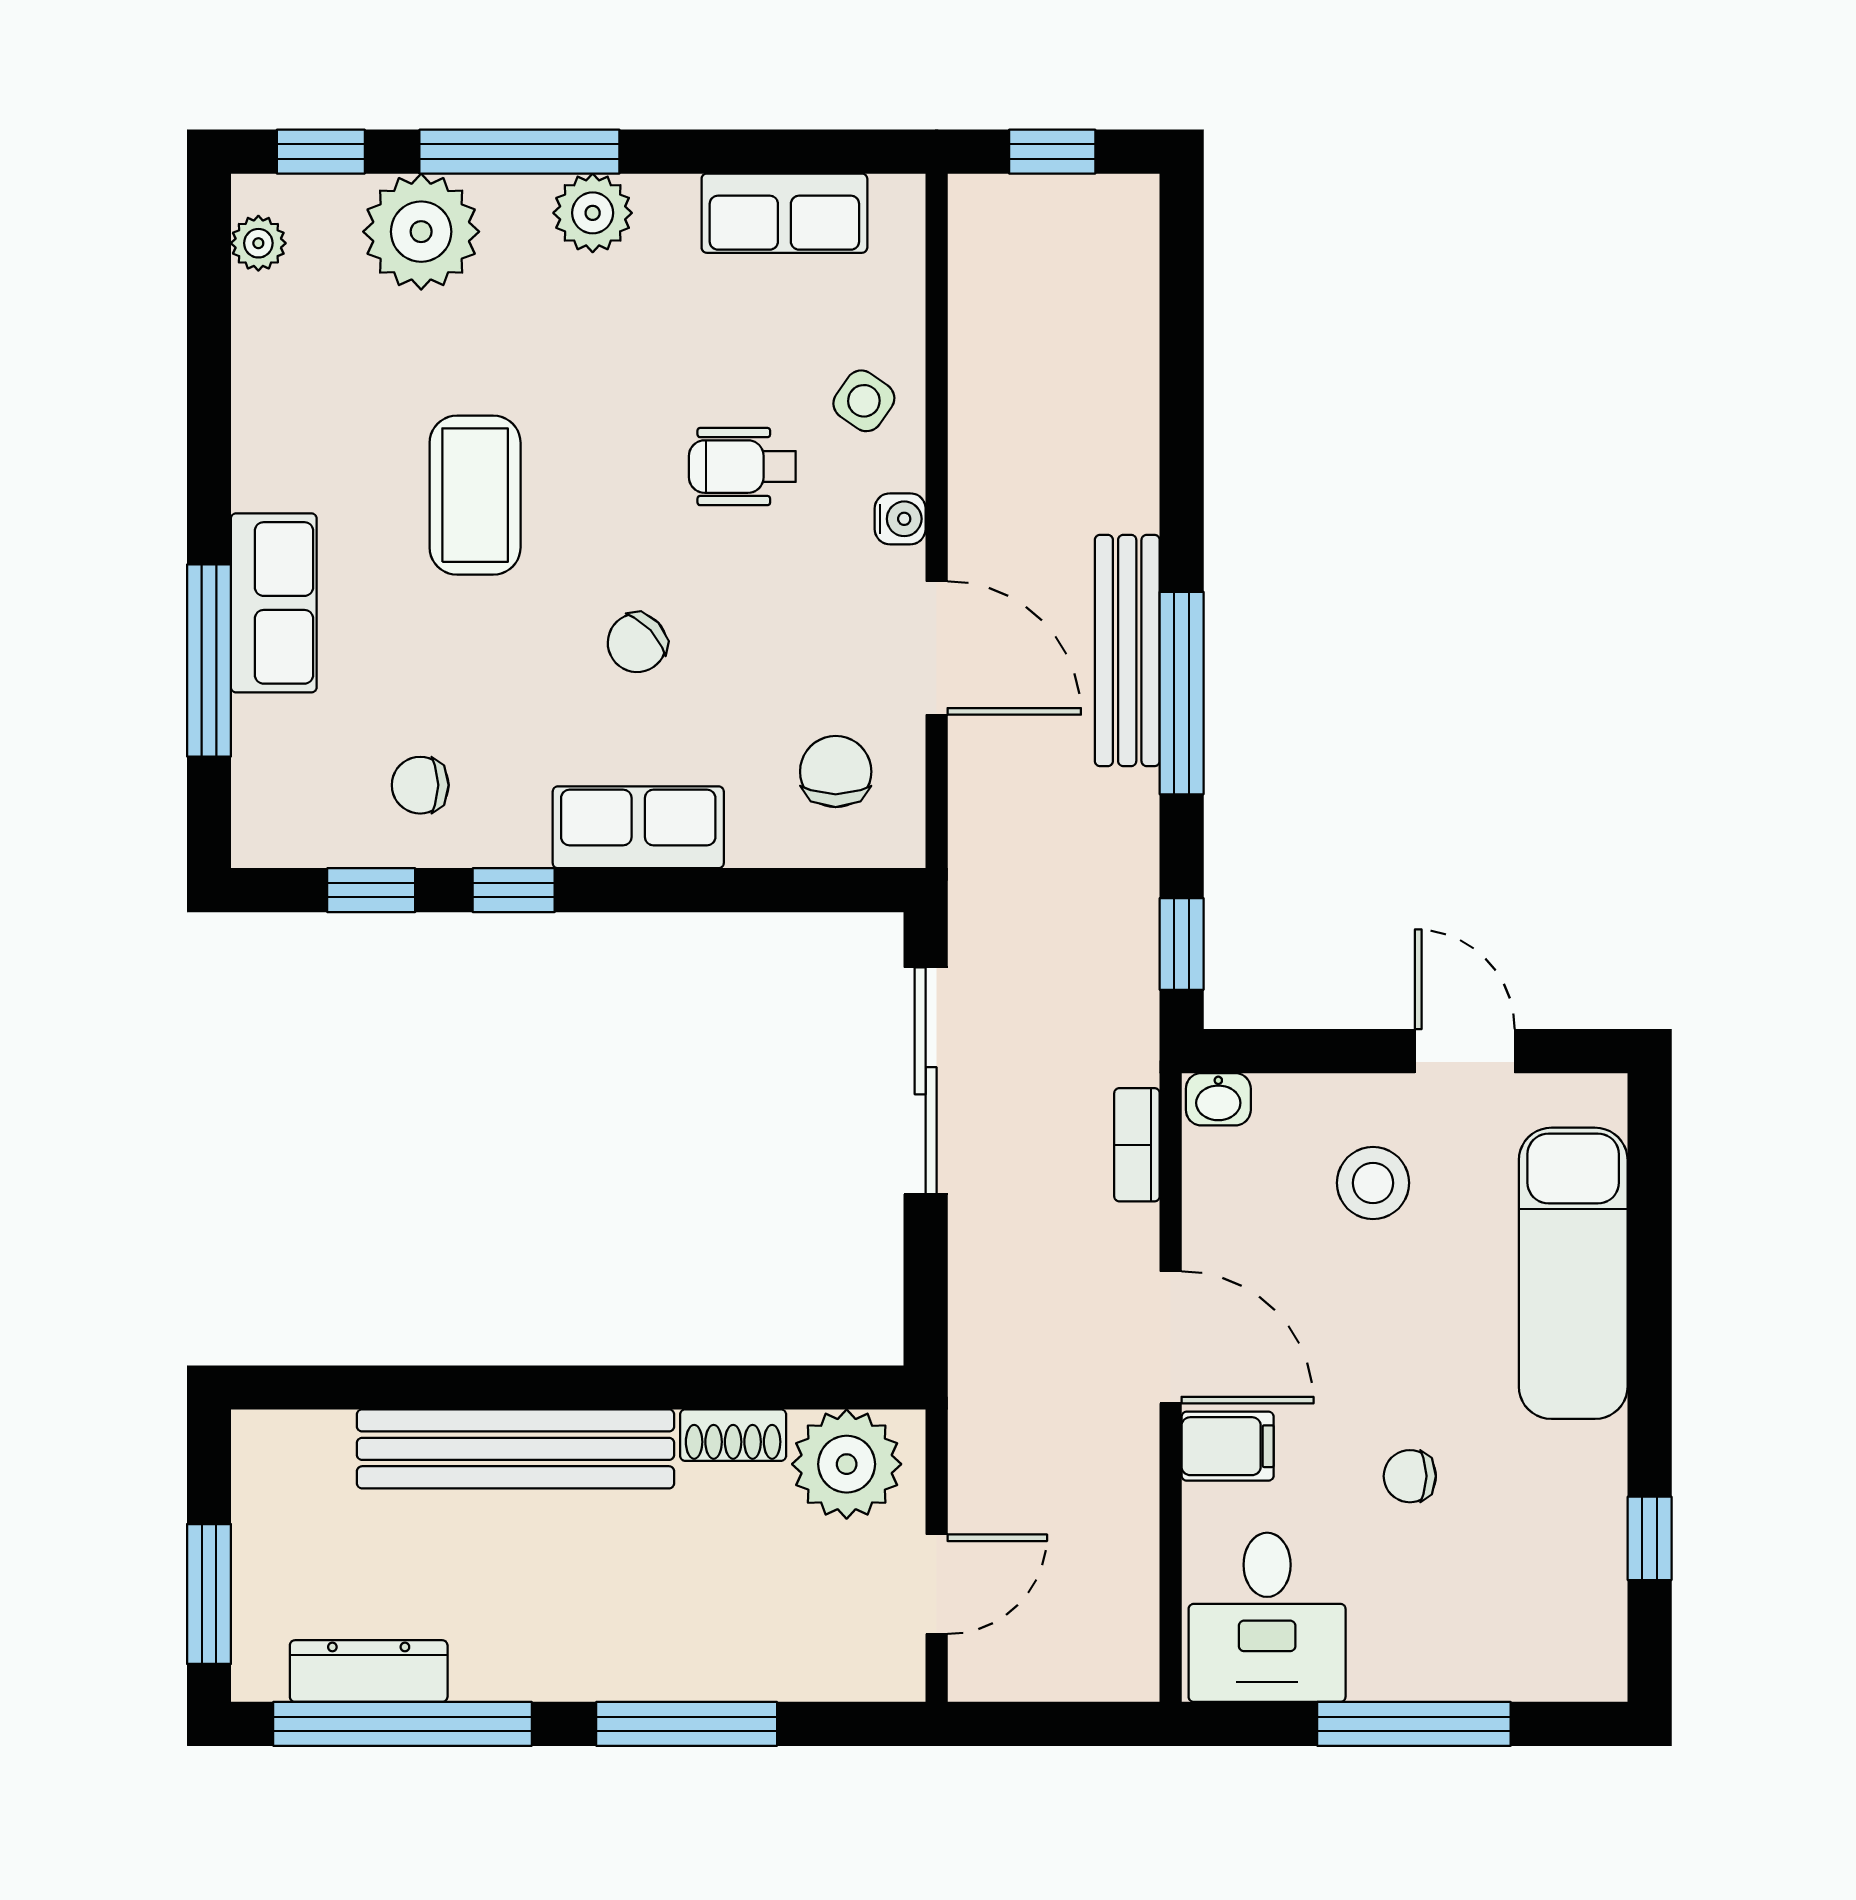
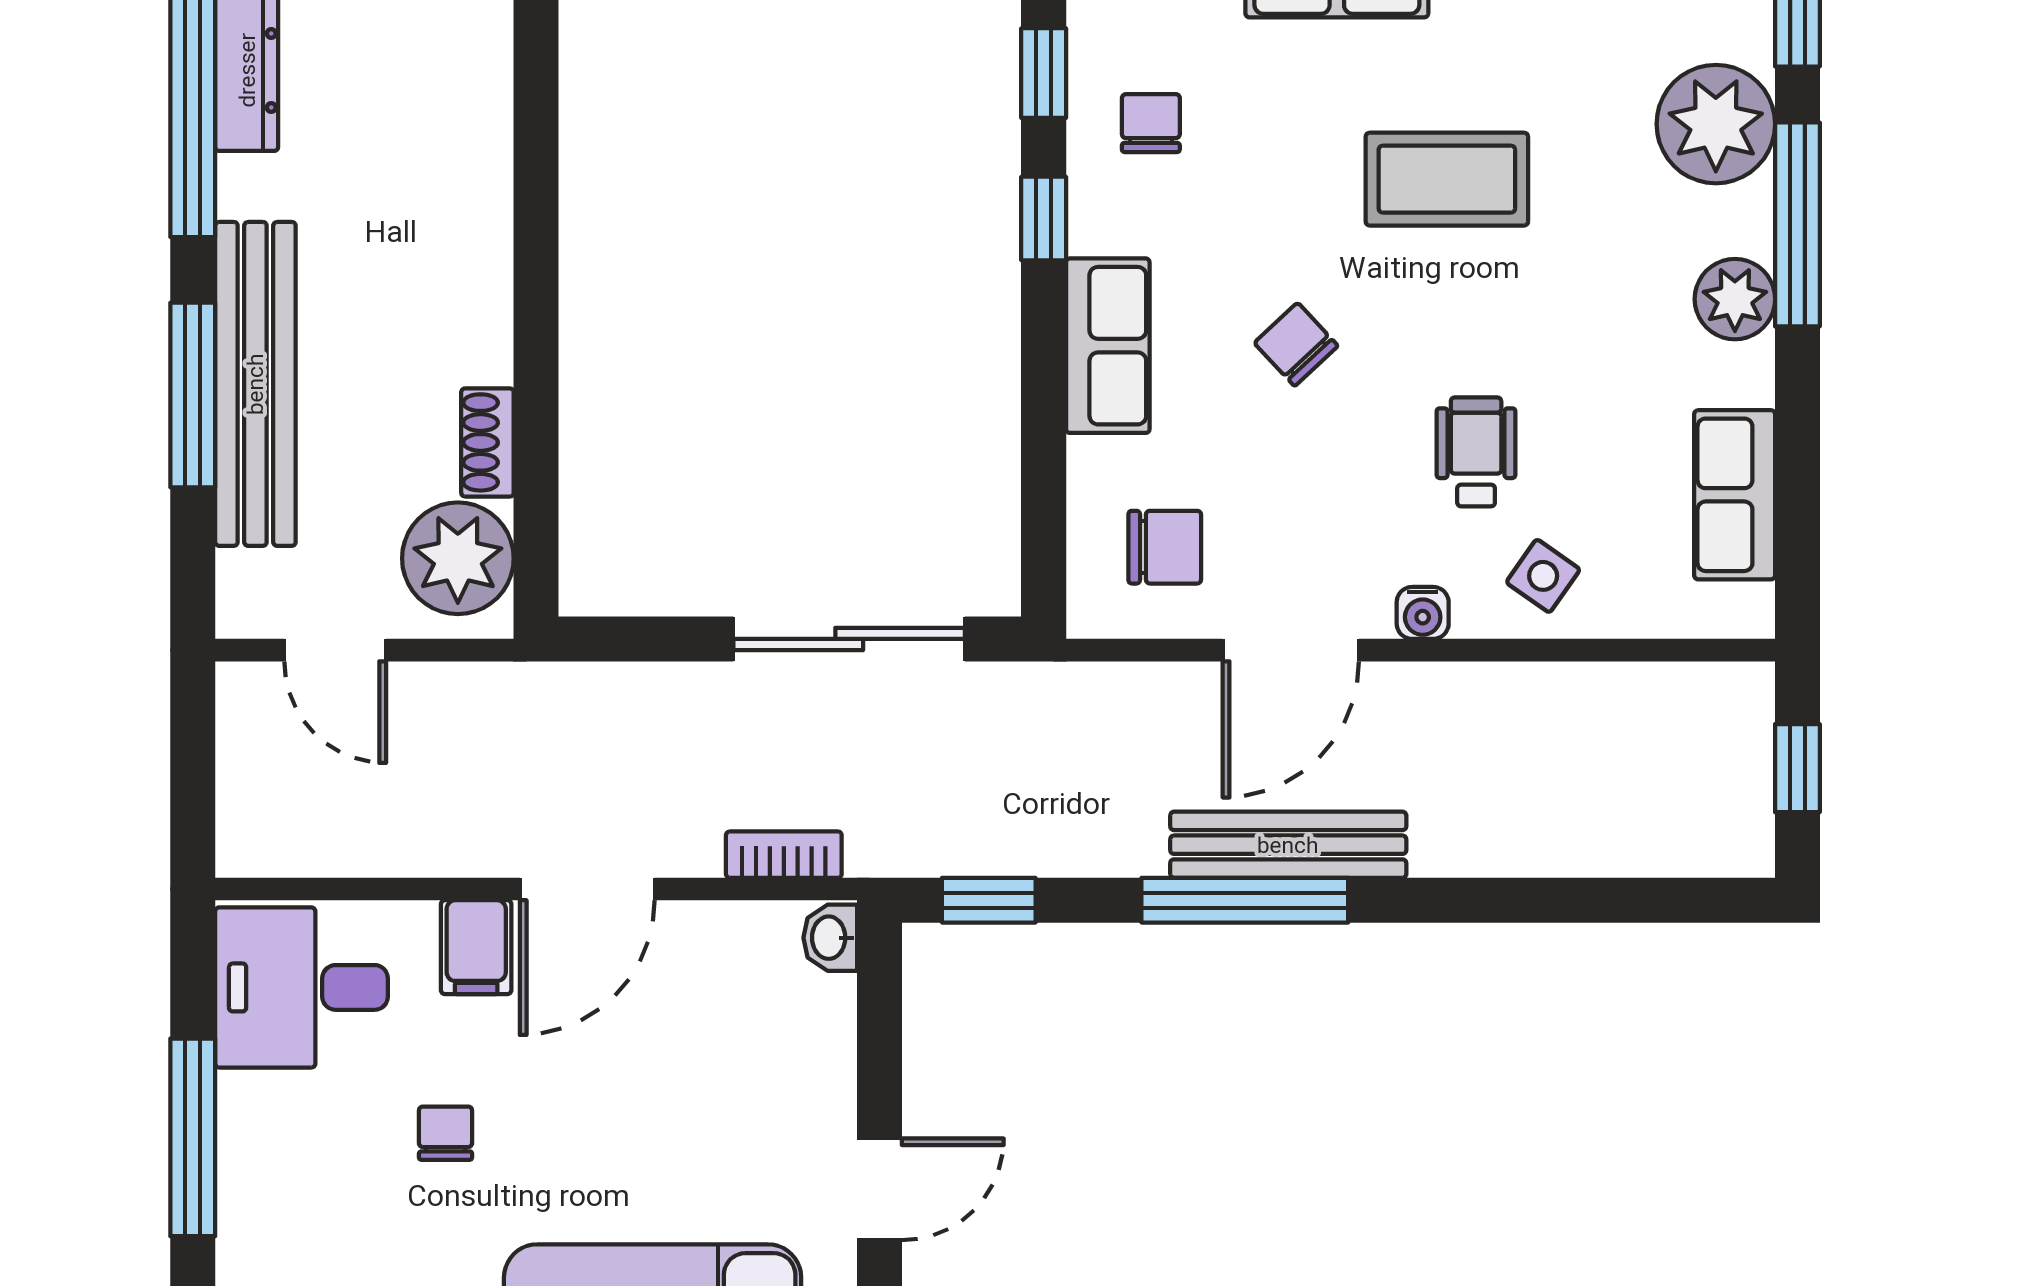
stool: (1373, 1183) -> (745, 1096), removed
bench: (516, 1449) -> (255, 384), moved

